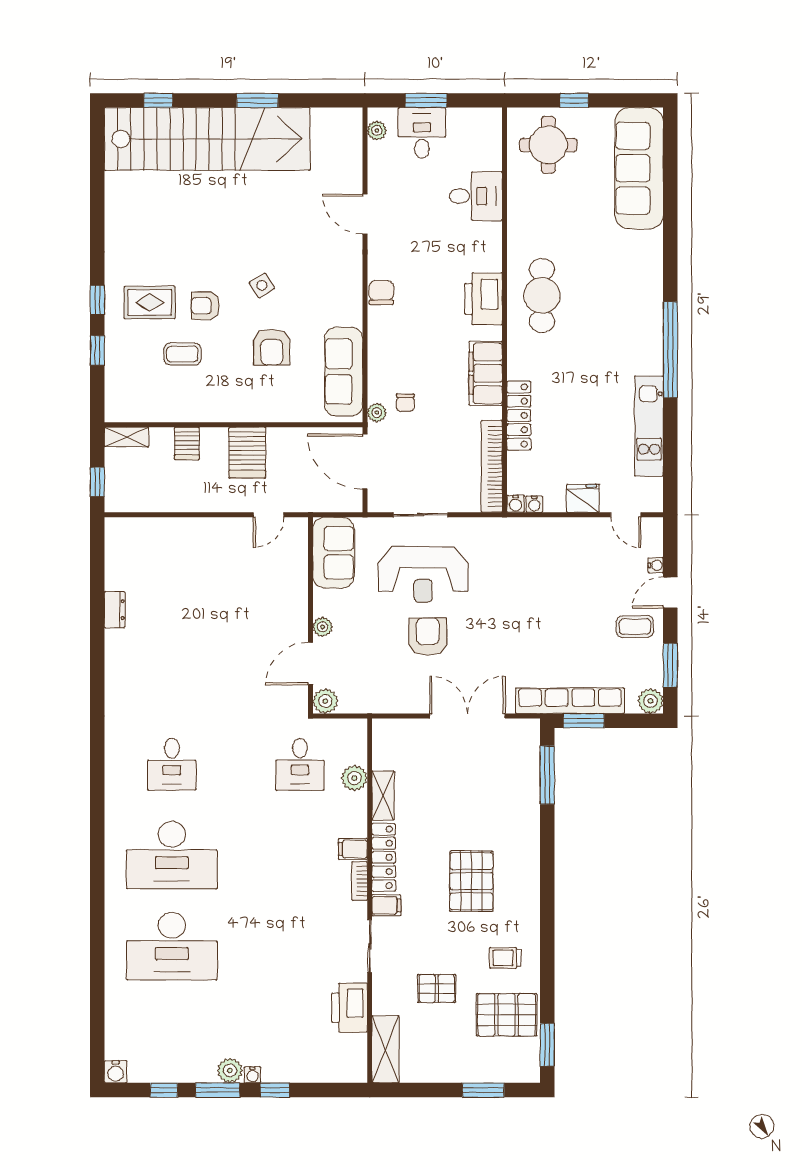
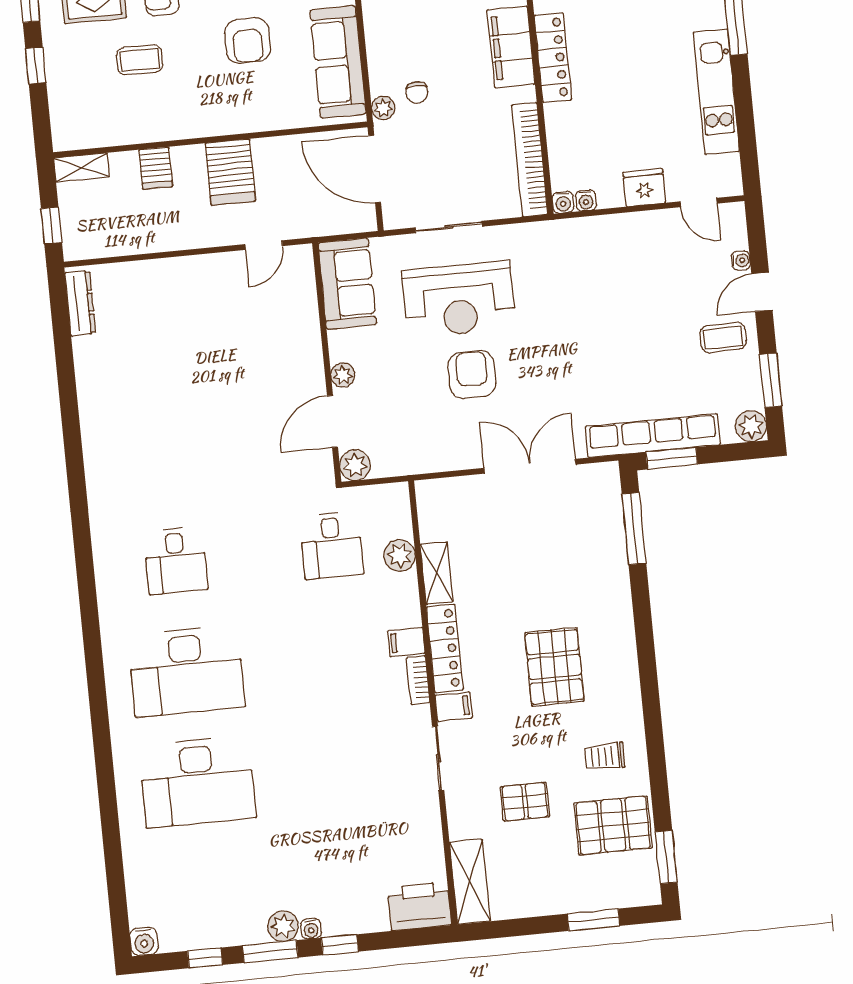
locker: (519, 415) -> (553, 58), moved
dresser: (115, 610) -> (80, 303), moved, width x1.44
printer: (350, 1008) -> (420, 906), moved, turned 90

